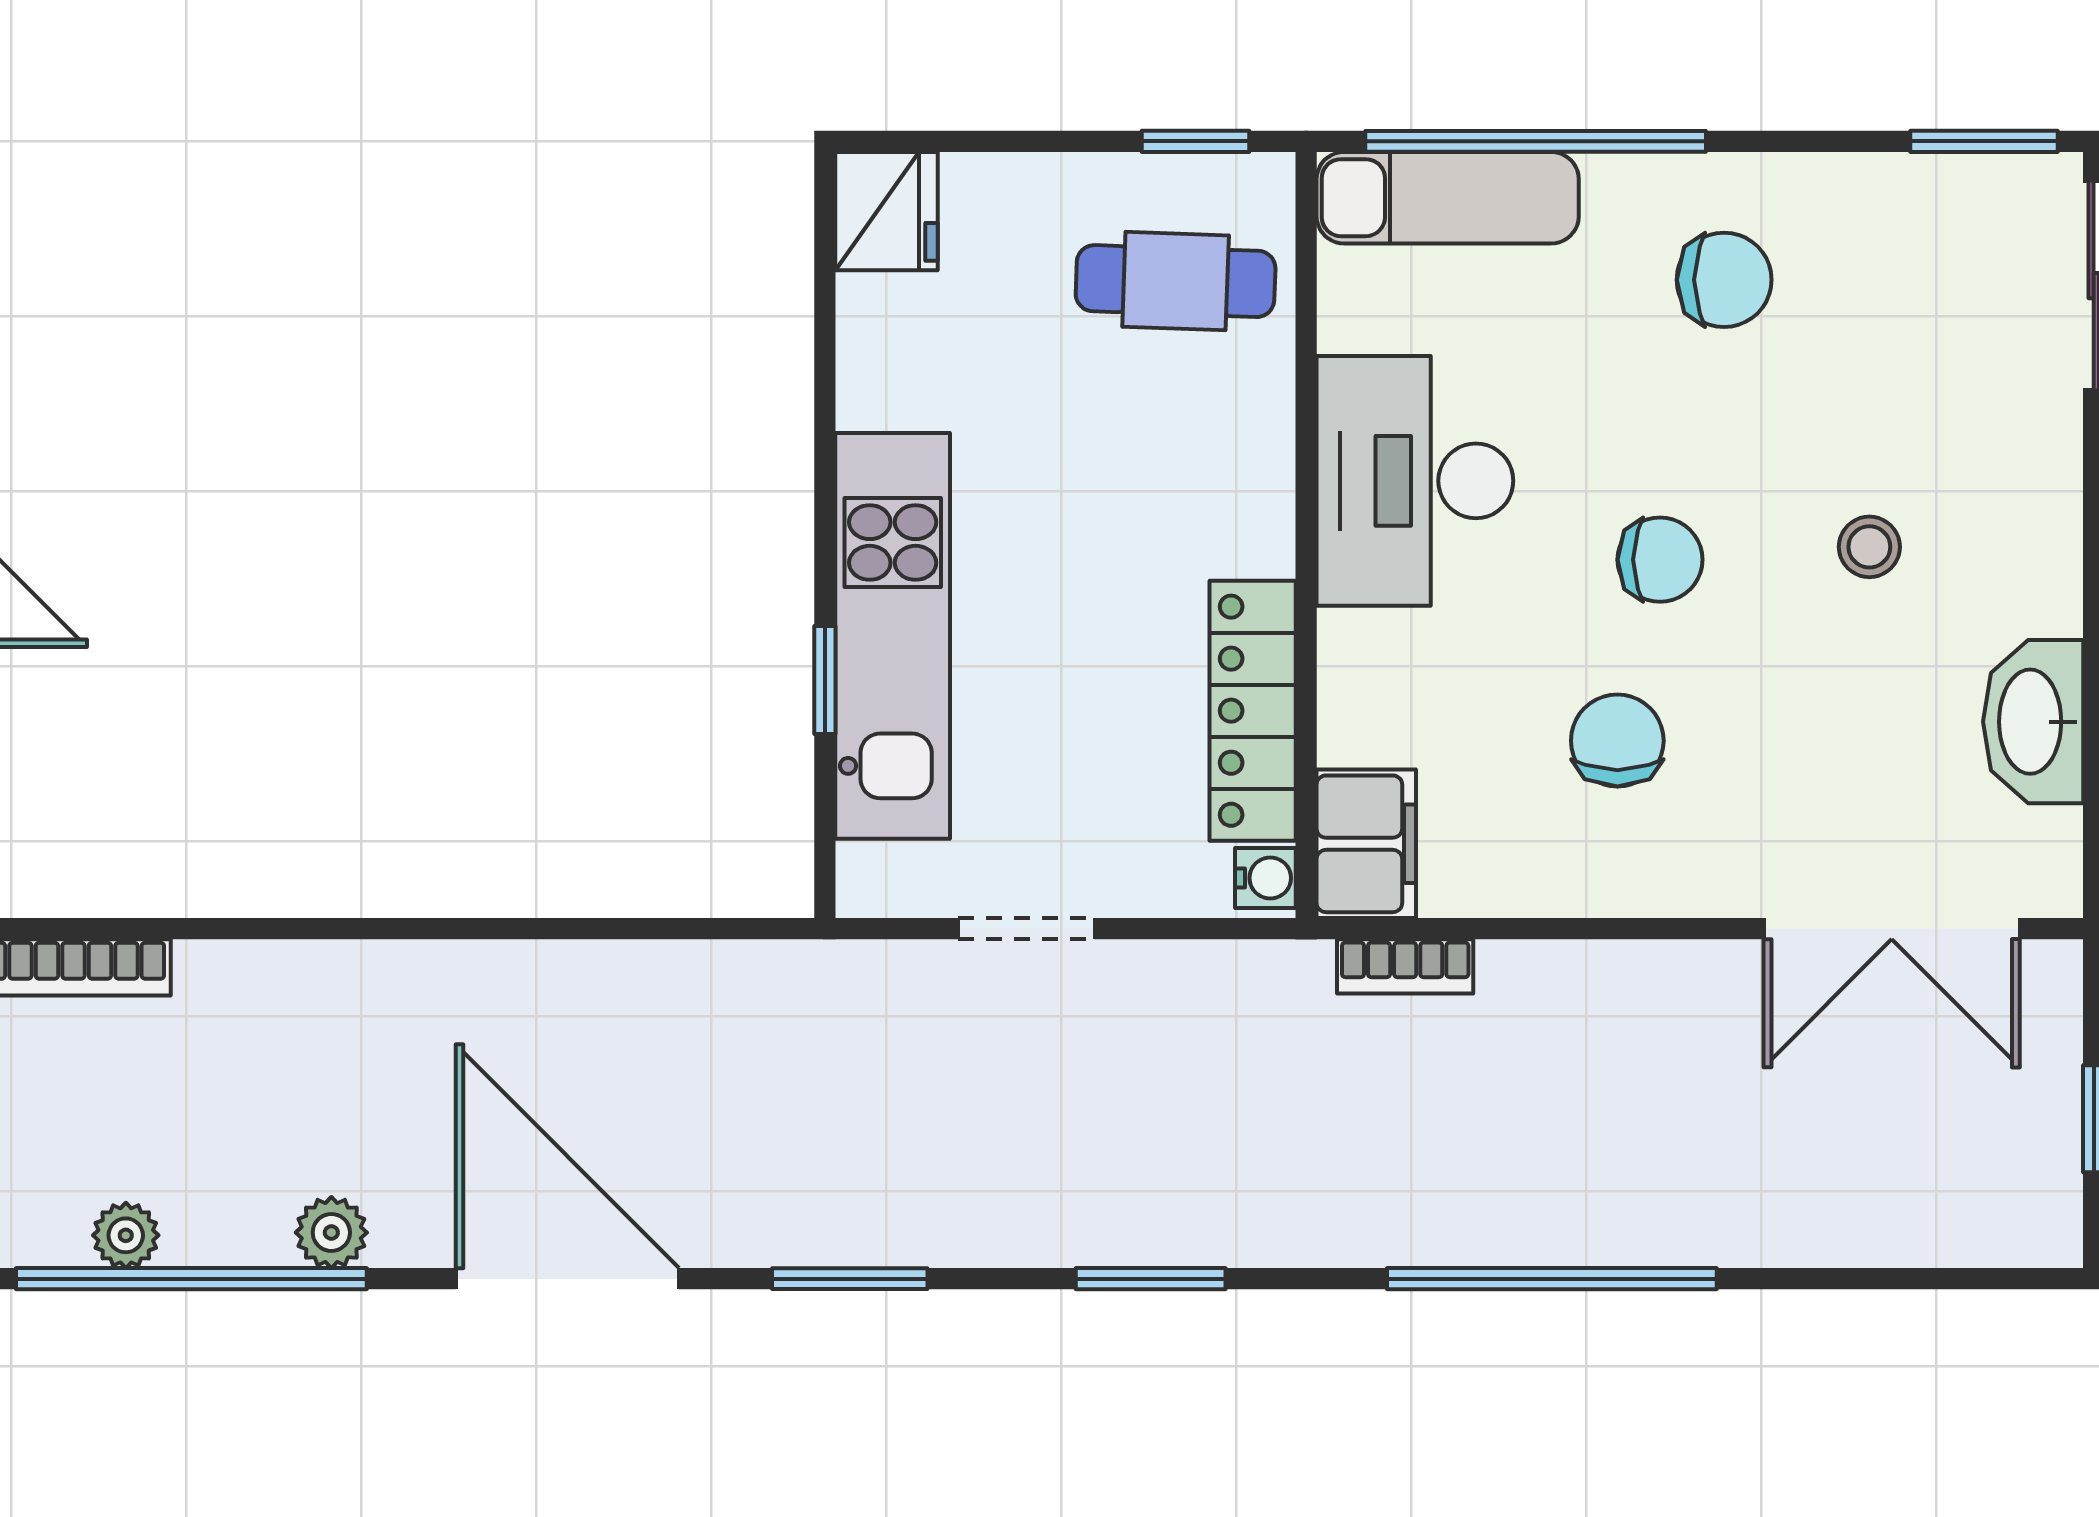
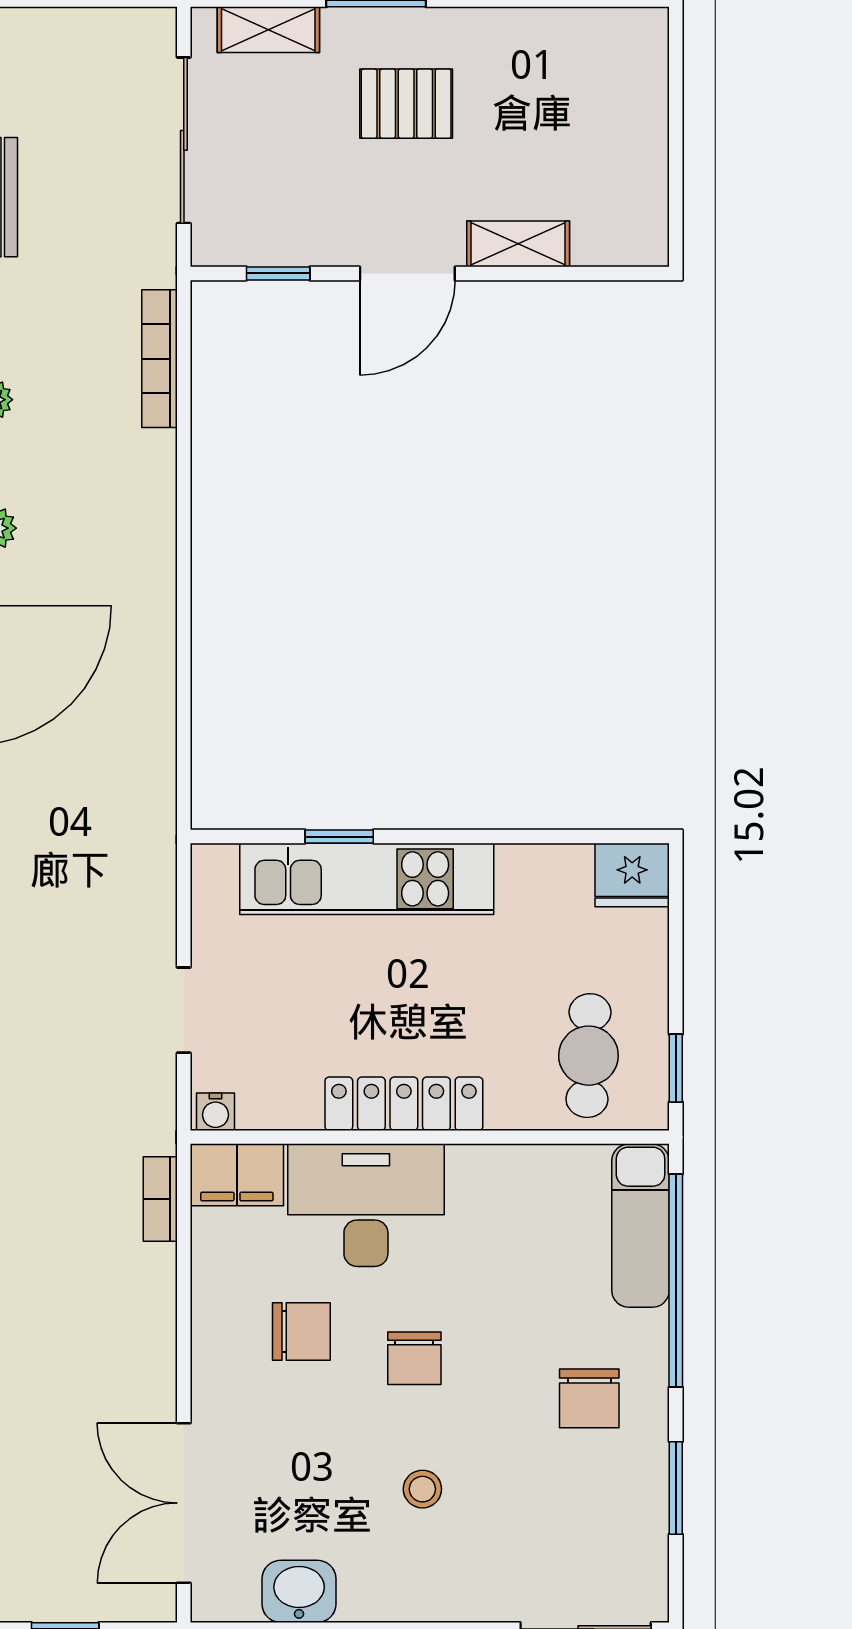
window: (1984, 141) -> (676, 1488), moved
desk: (1415, 481) -> (366, 1205), moved
locker: (1253, 711) -> (404, 1104), moved
washbasin: (2033, 722) -> (299, 1591), width x0.72
doorway: (1026, 929) -> (184, 1010), moved

